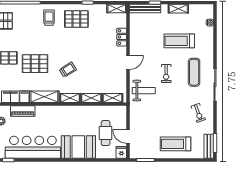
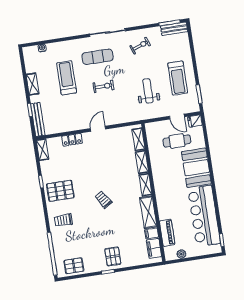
pallet: (76, 19) -> (60, 191), turned 90
treadmill: (179, 41) -> (67, 78), turned 180
door: (128, 62) -> (98, 129), hinge flipped
pallet: (35, 64) -> (115, 228), removed
trolley: (68, 70) -> (103, 200), moved
weight bench: (144, 91) -> (148, 91), moved
door: (128, 137) -> (177, 117), hinge flipped
treadmill: (176, 144) -> (178, 78), moved

